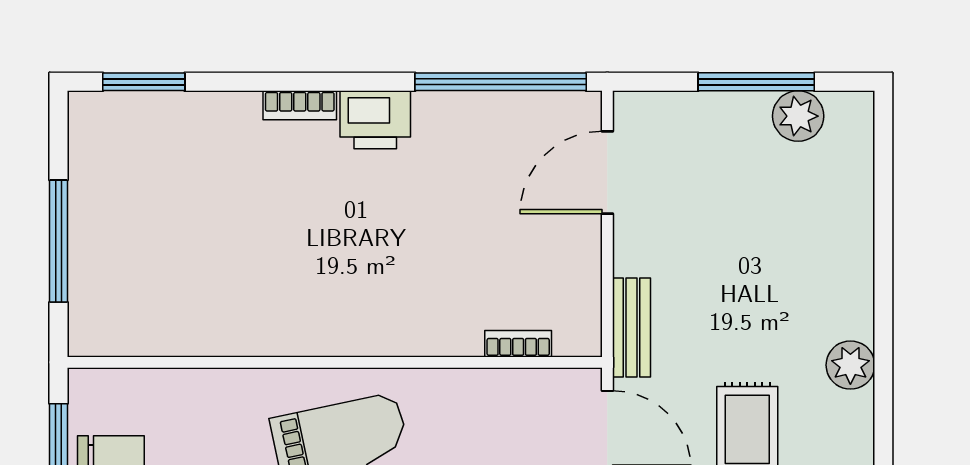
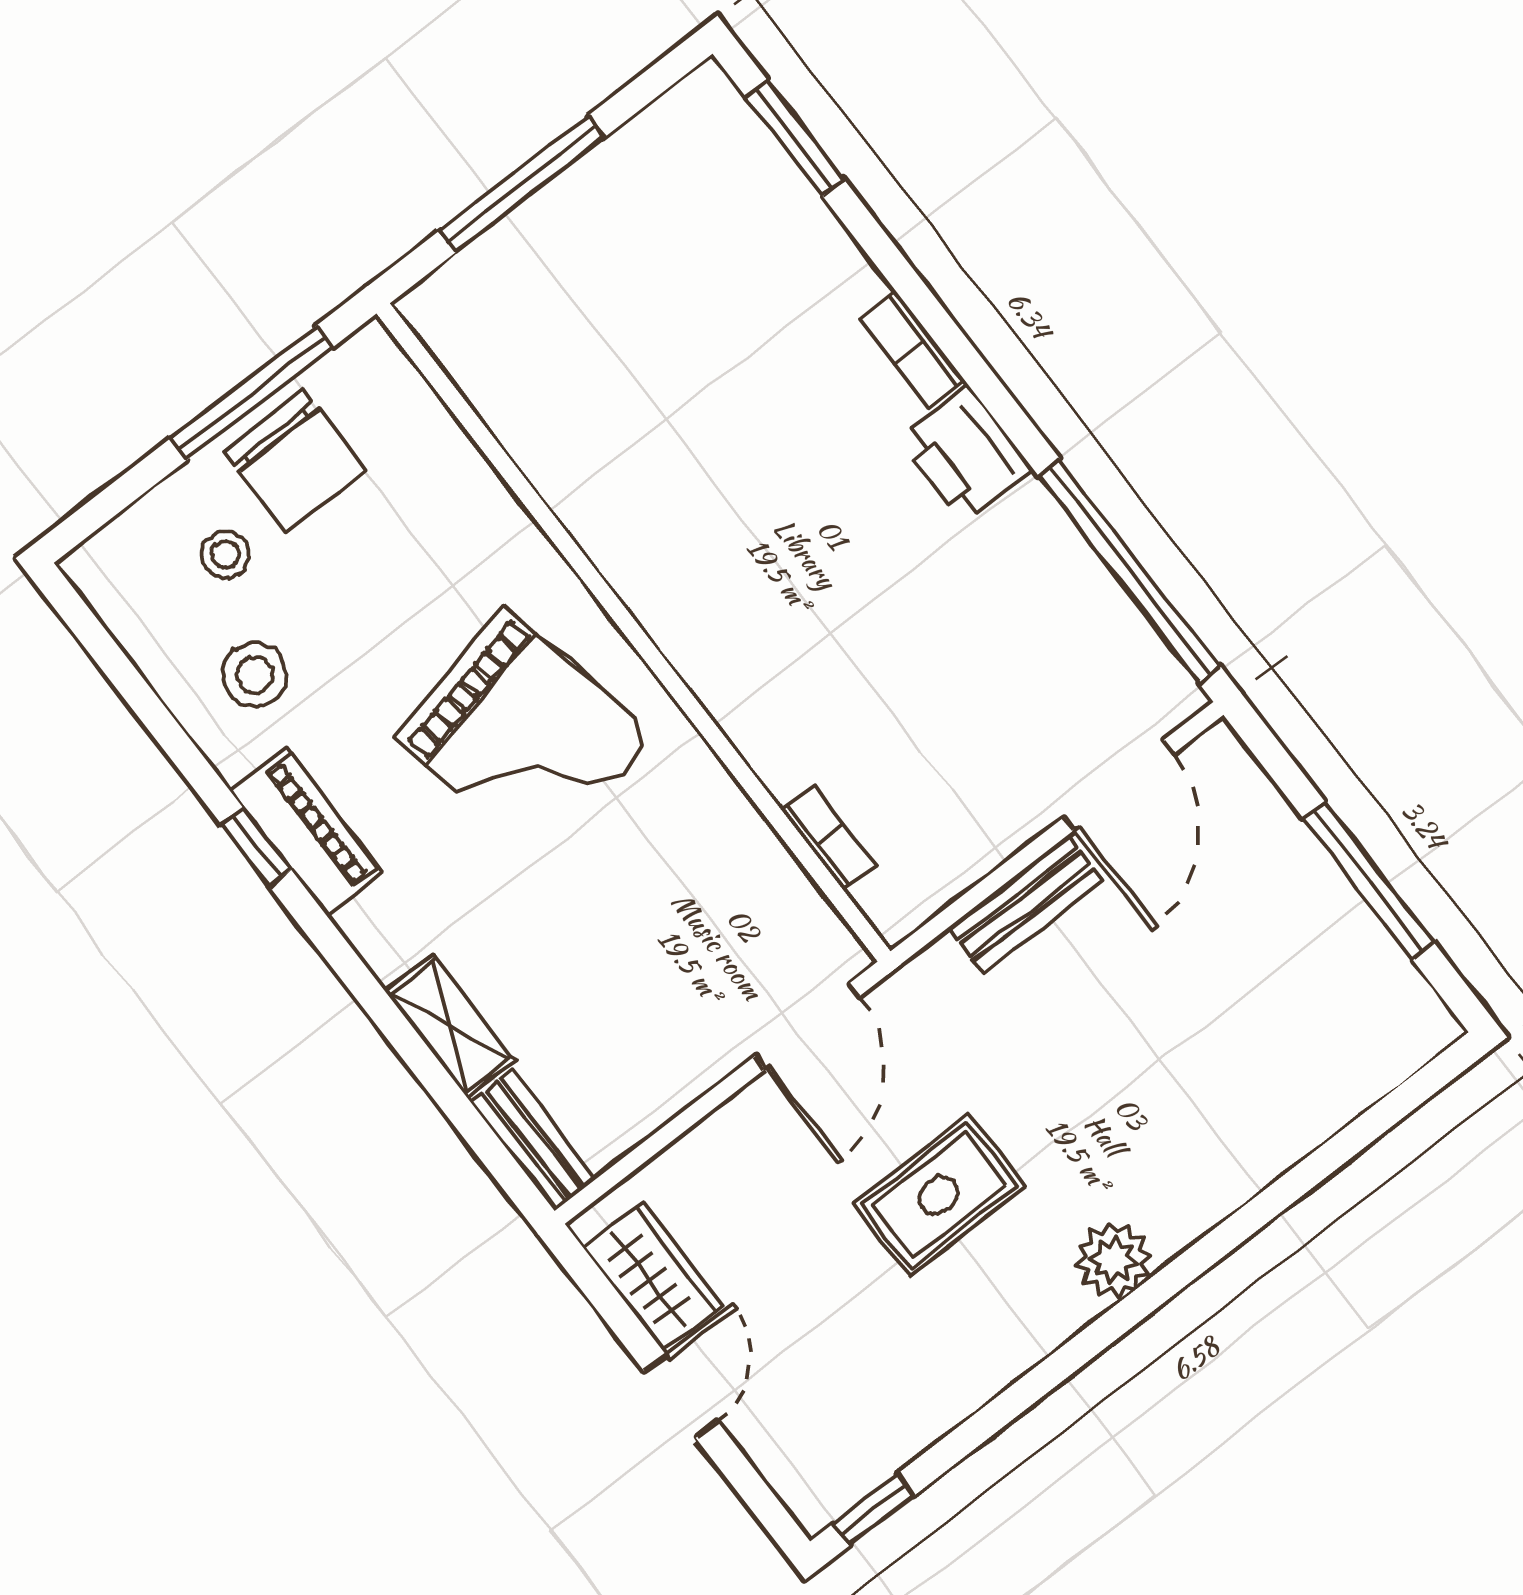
plant: (798, 116) -> (1366, 963), removed
door: (607, 173) -> (1119, 785), swing flipped
bench: (632, 327) -> (1025, 904), moved

